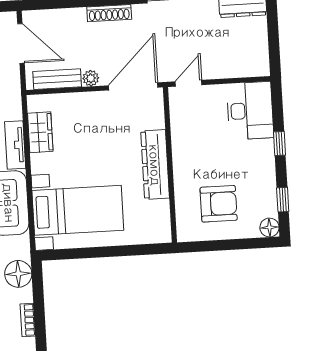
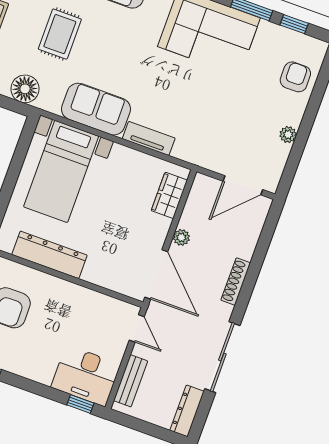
bench: (57, 79) -> (131, 381), moved
wardrobe: (40, 132) -> (169, 195), moved, turned 90
window: (279, 143) -> (80, 404), moved
dresser: (155, 165) -> (49, 255), moved

